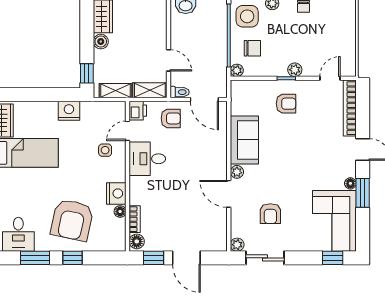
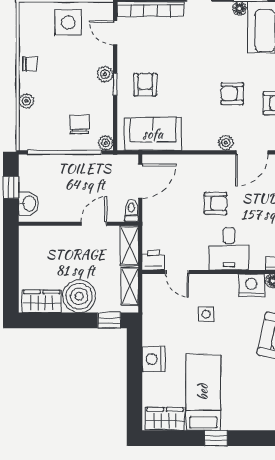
side table: (247, 16) -> (68, 22), moved
boiler: (101, 42) -> (79, 296), width x1.86, depth x1.86
nightstand: (69, 111) -> (153, 359), moved
armchair: (171, 118) -> (216, 203), moved, turned 90
sofa: (244, 140) -> (153, 134), moved
side table: (105, 150) -> (206, 314), moved
desk: (147, 159) -> (229, 249), moved
armchair: (279, 177) -> (232, 93), added

